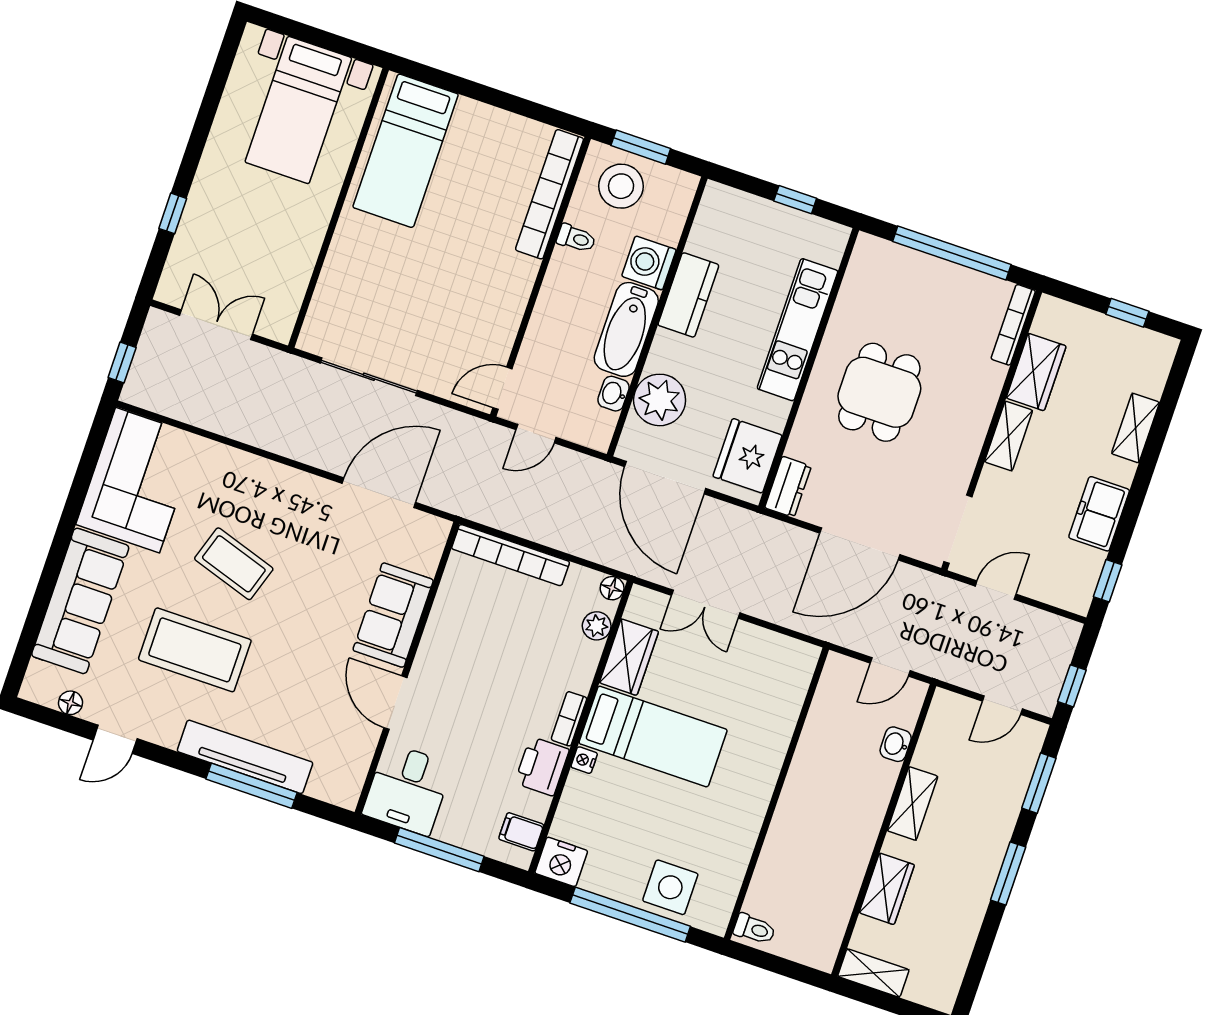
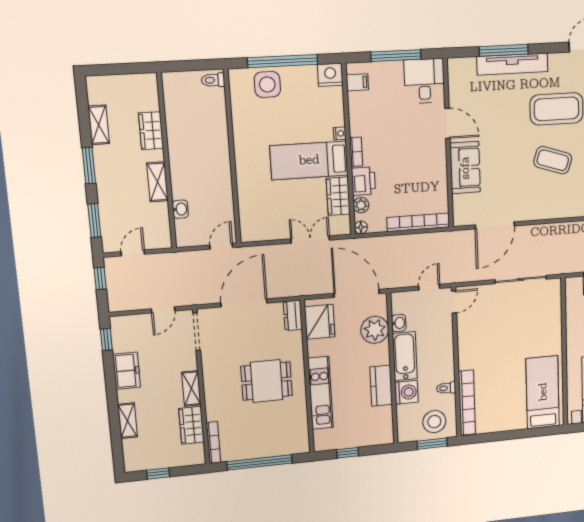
dining table: (879, 392) -> (267, 381), turned 90
door: (890, 667) -> (221, 246), moved
printer: (542, 766) -> (363, 181), moved
shelving: (873, 973) -> (99, 125), moved, turned 90

